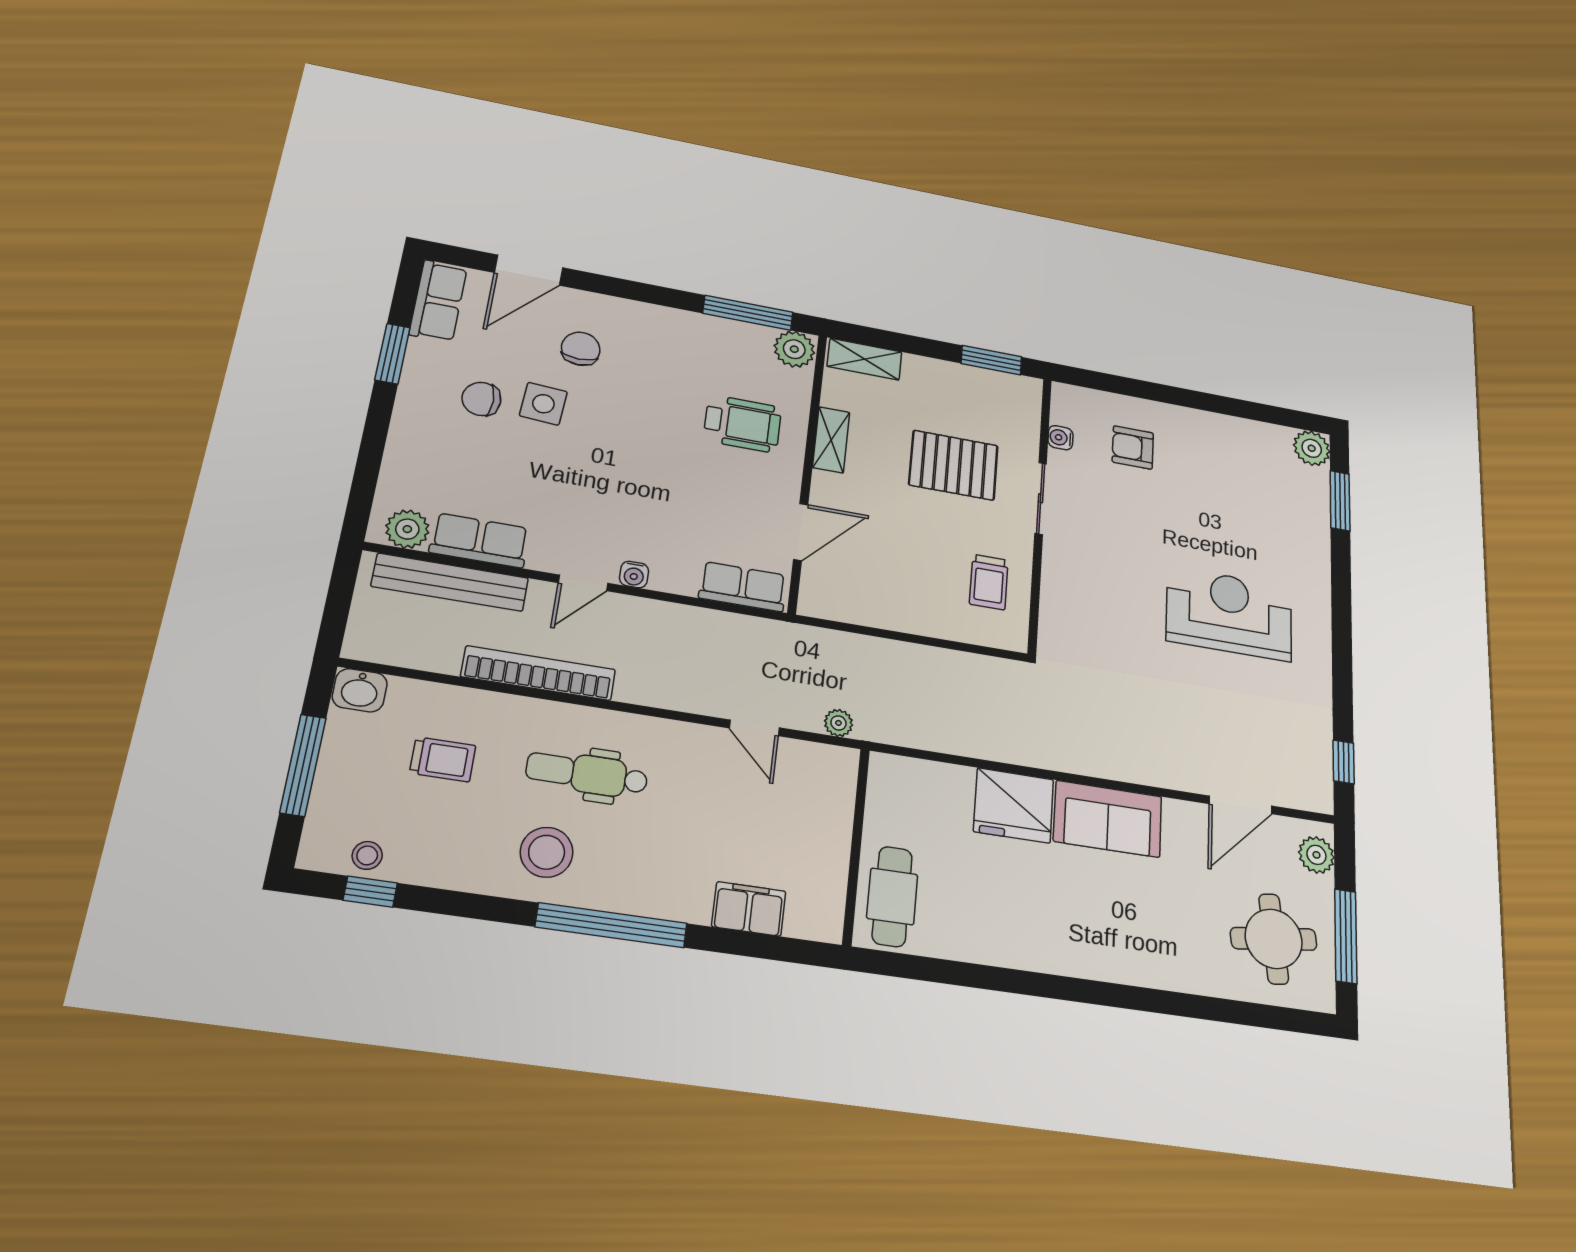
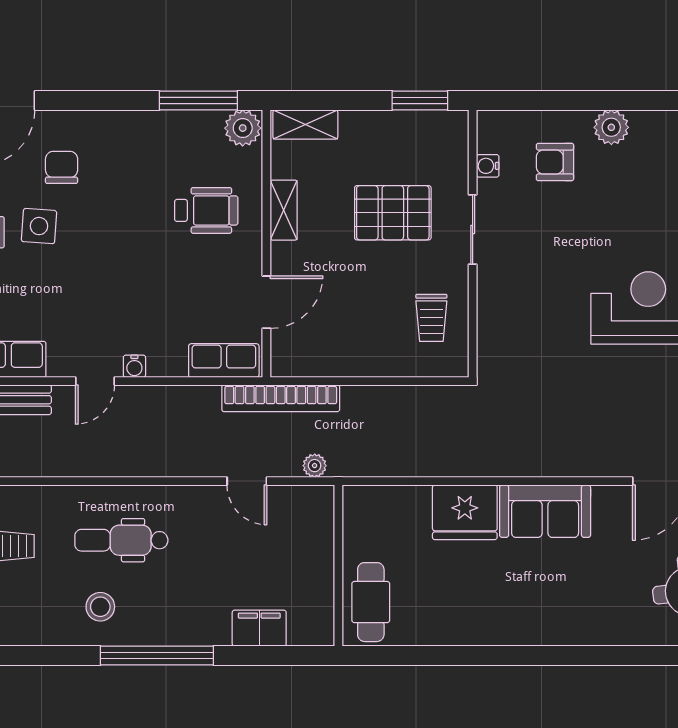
plant: (1193, 425) -> (611, 127), added
bookcase: (538, 673) -> (281, 398), moved, turned 180
stool: (547, 852) -> (100, 607), width x0.73, depth x0.73

